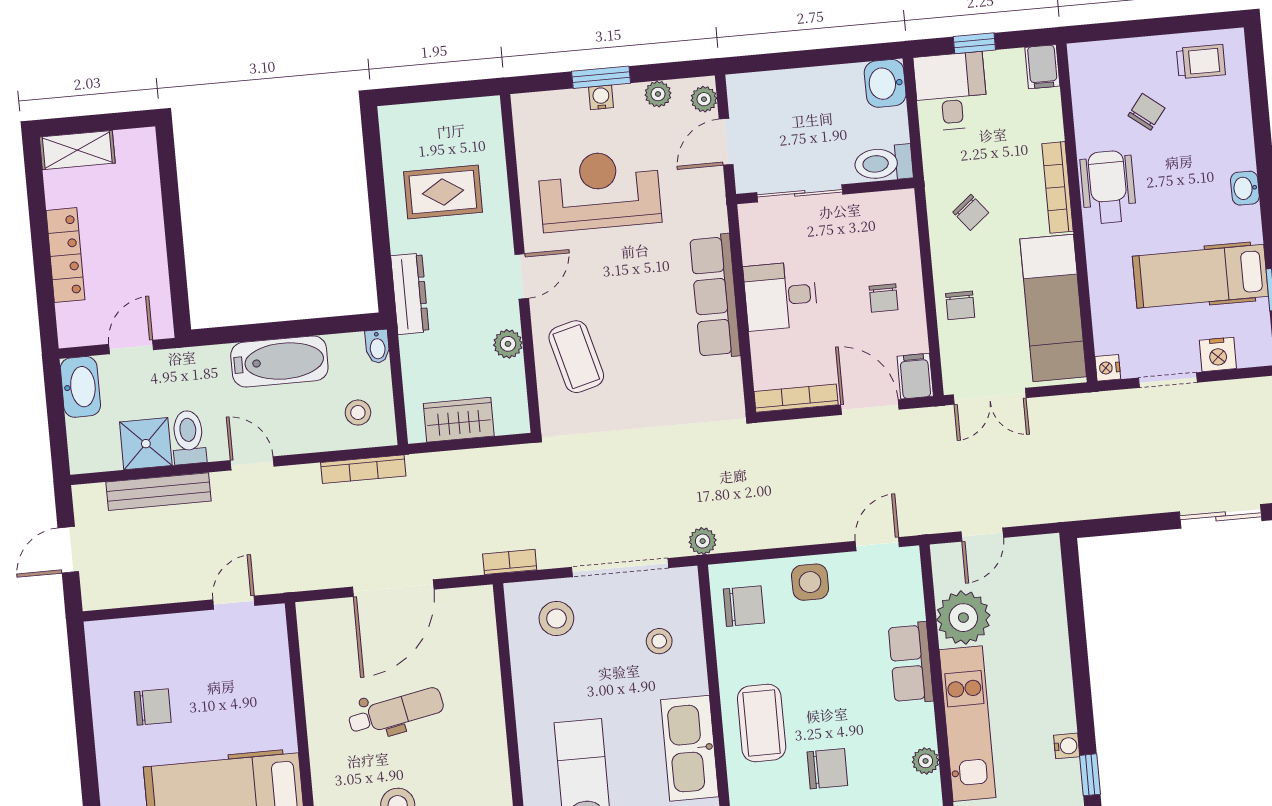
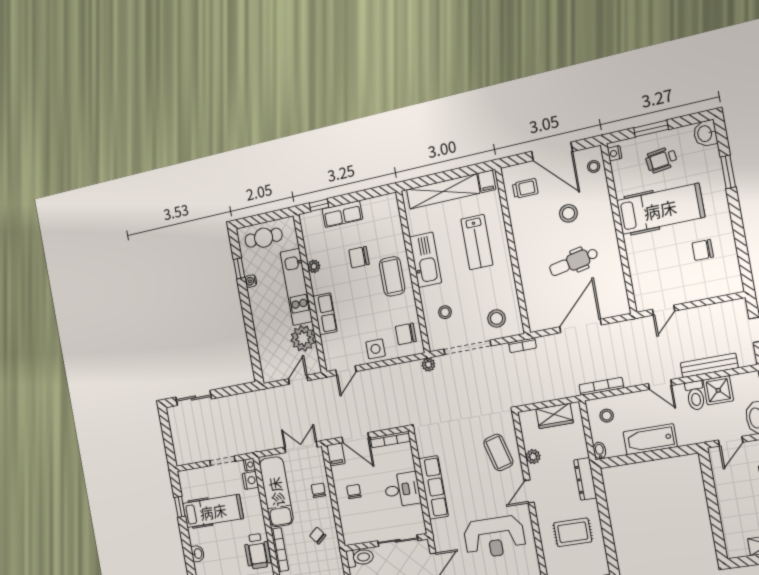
nightstand: (1218, 354) -> (250, 480), moved, turned 90

